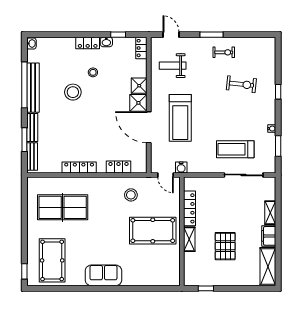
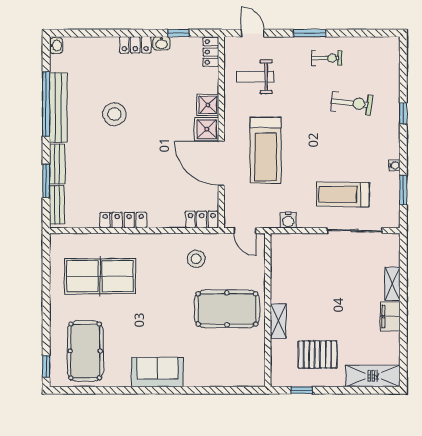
stool: (93, 72) -> (143, 86), removed
locker: (118, 167) -> (202, 220), moved
water cooler: (181, 167) -> (288, 220), moved
locker: (190, 208) -> (279, 278), removed
pallet: (225, 246) -> (317, 354), moved, turned 90
shelving: (268, 267) -> (373, 376), moved, turned 90

